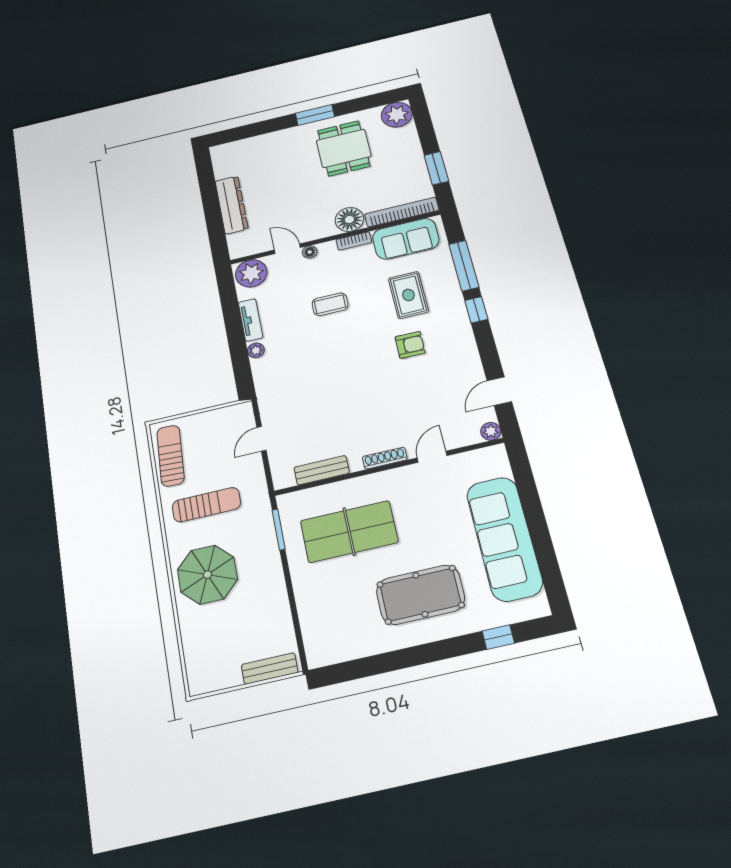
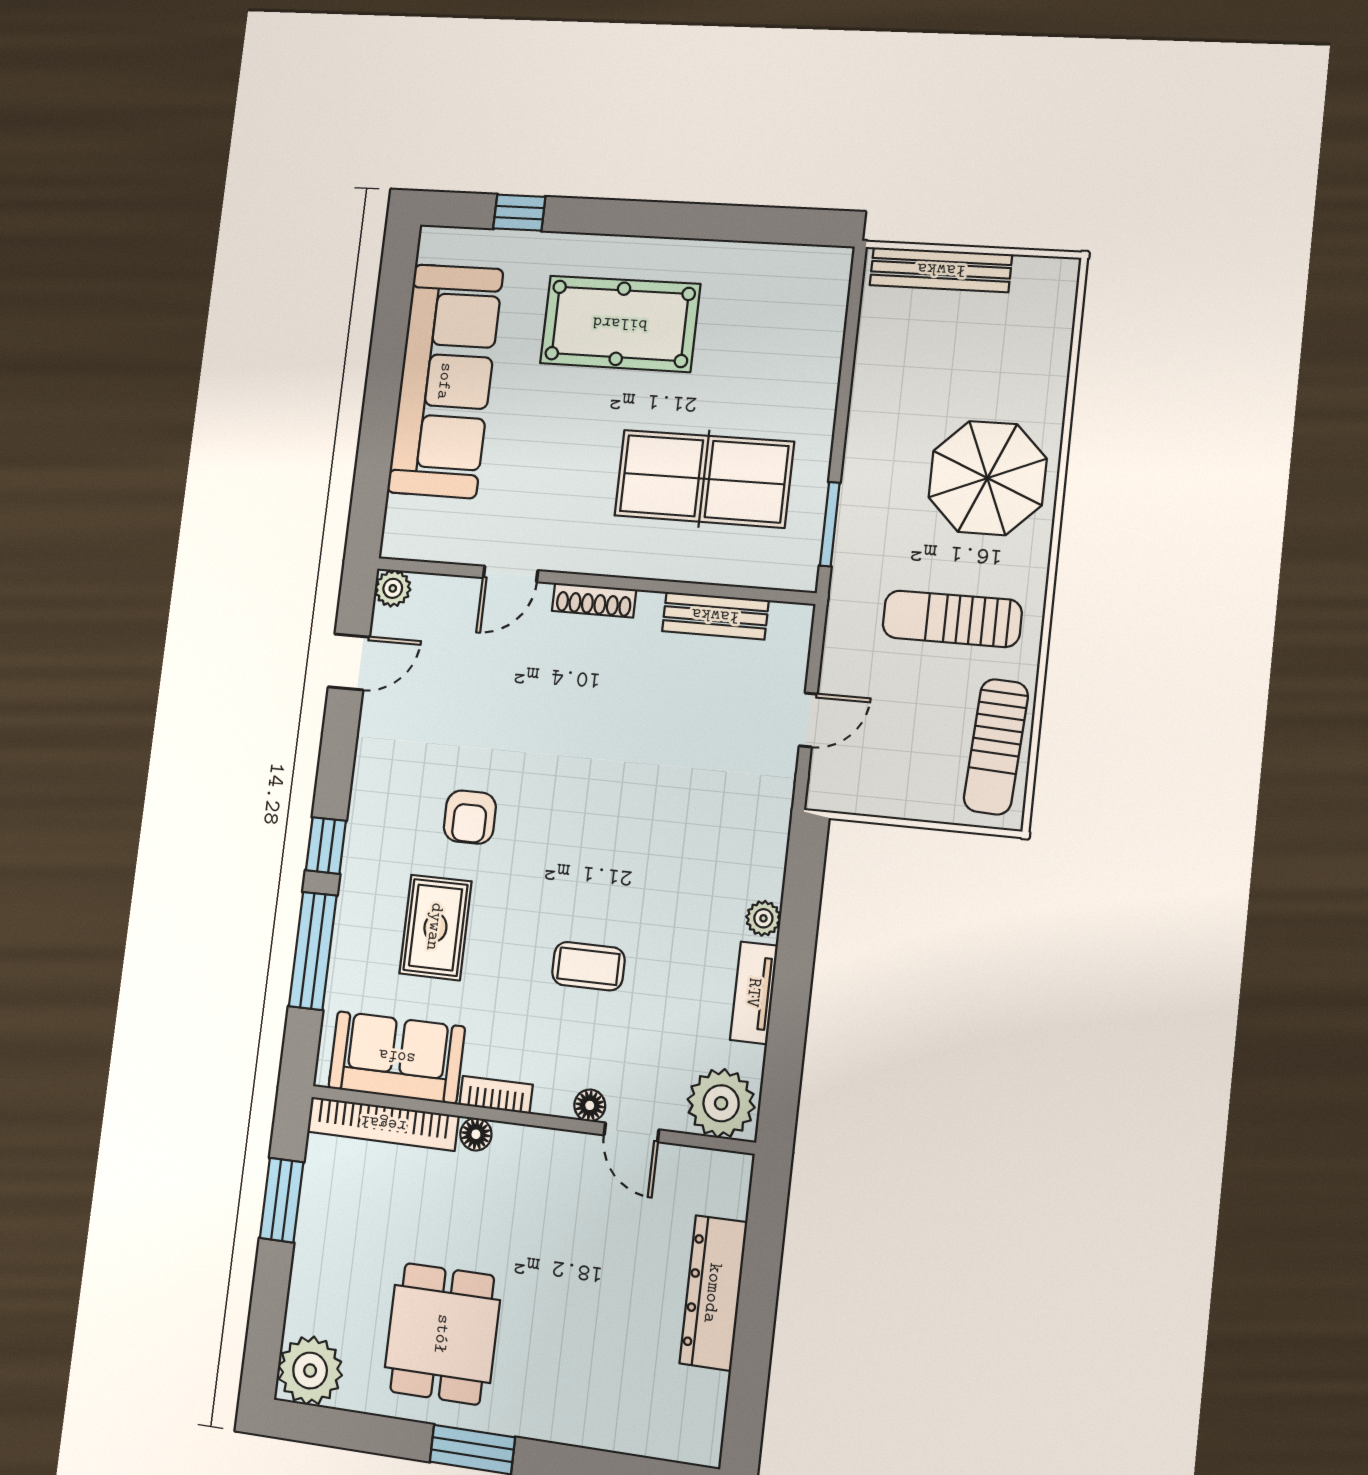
floor lamp: (349, 219) -> (476, 1134), width x0.53, depth x0.53
armchair: (410, 345) -> (470, 817), turned -91
bench: (270, 668) -> (941, 270), width x1.36

